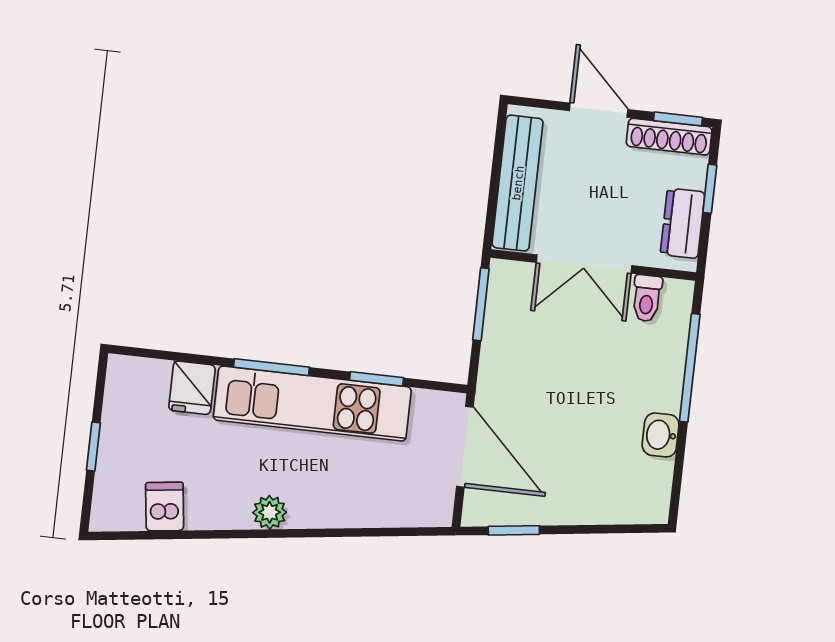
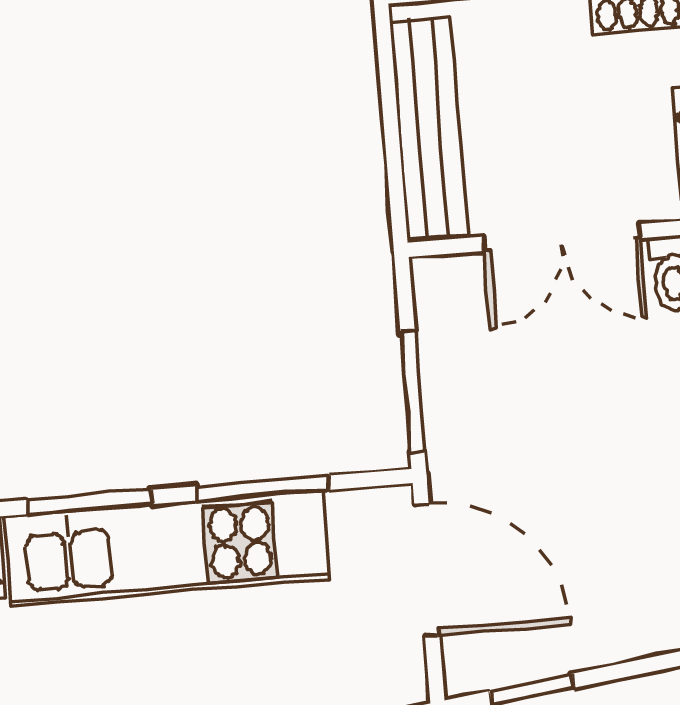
window: (481, 304) -> (412, 392), moved
window: (376, 379) -> (263, 488), width x1.50

